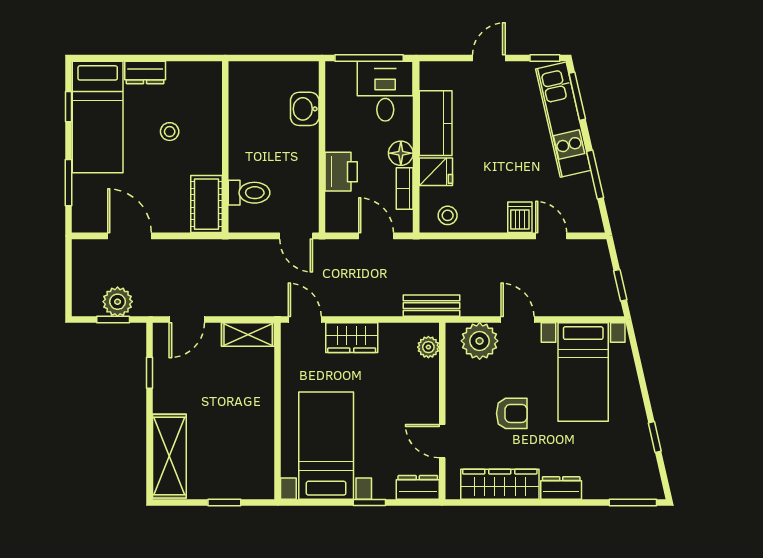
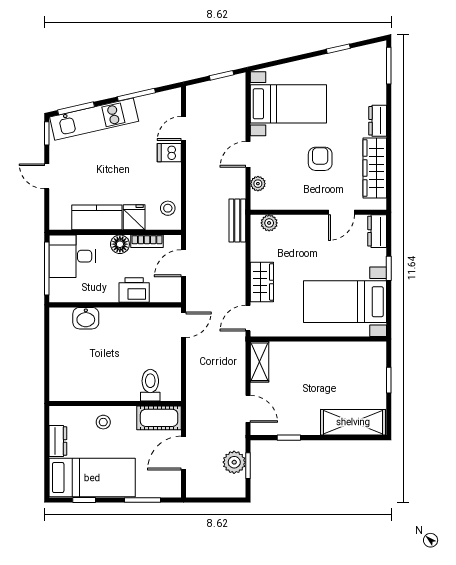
wall: (225, 147) -> (115, 403), moved
toilet: (249, 193) -> (150, 385), moved
cot: (207, 204) -> (159, 418), moved
plant: (480, 341) -> (258, 184), width x0.53, depth x0.53

